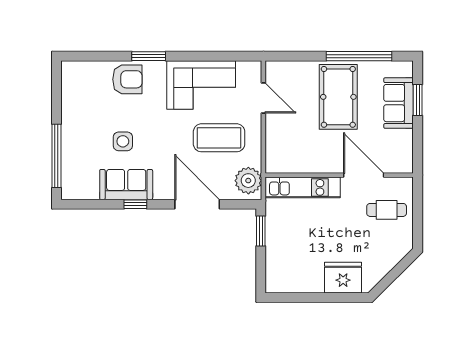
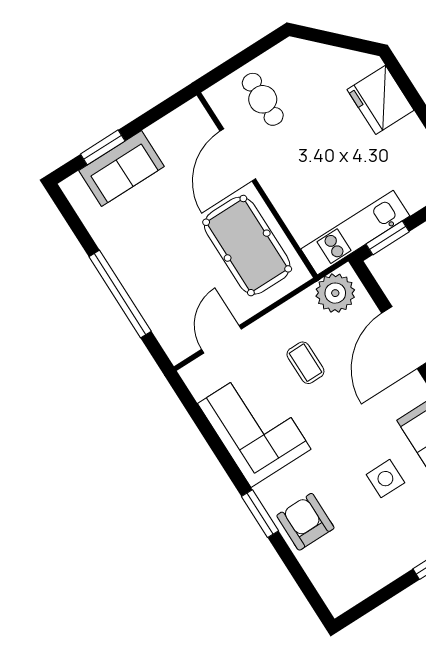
window: (359, 56) -> (120, 294), moved
pool table: (338, 97) -> (247, 246), moved, turned 90
coffee table: (219, 138) -> (305, 363), width x0.54, depth x0.58
kitchen unit: (303, 187) -> (355, 233), moved, turned -90

